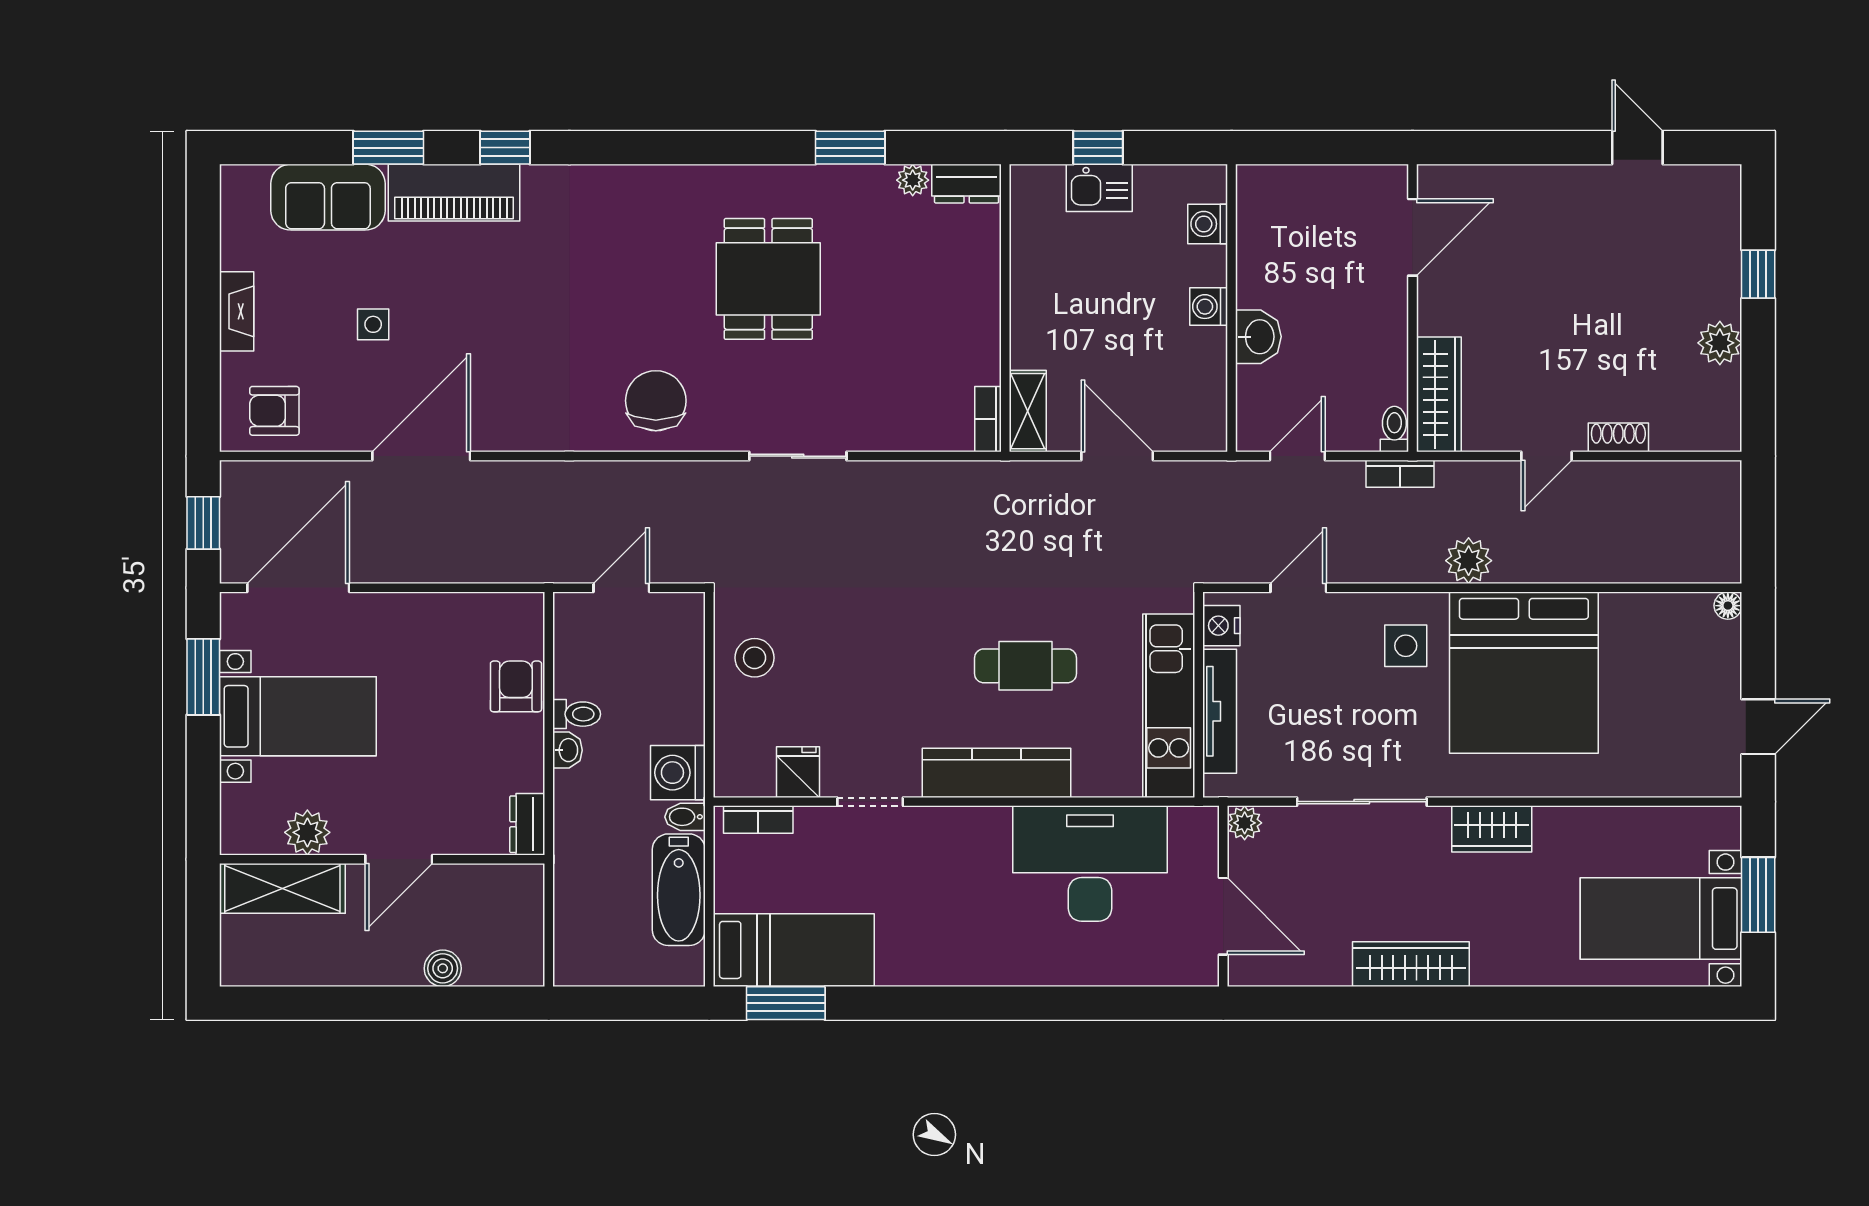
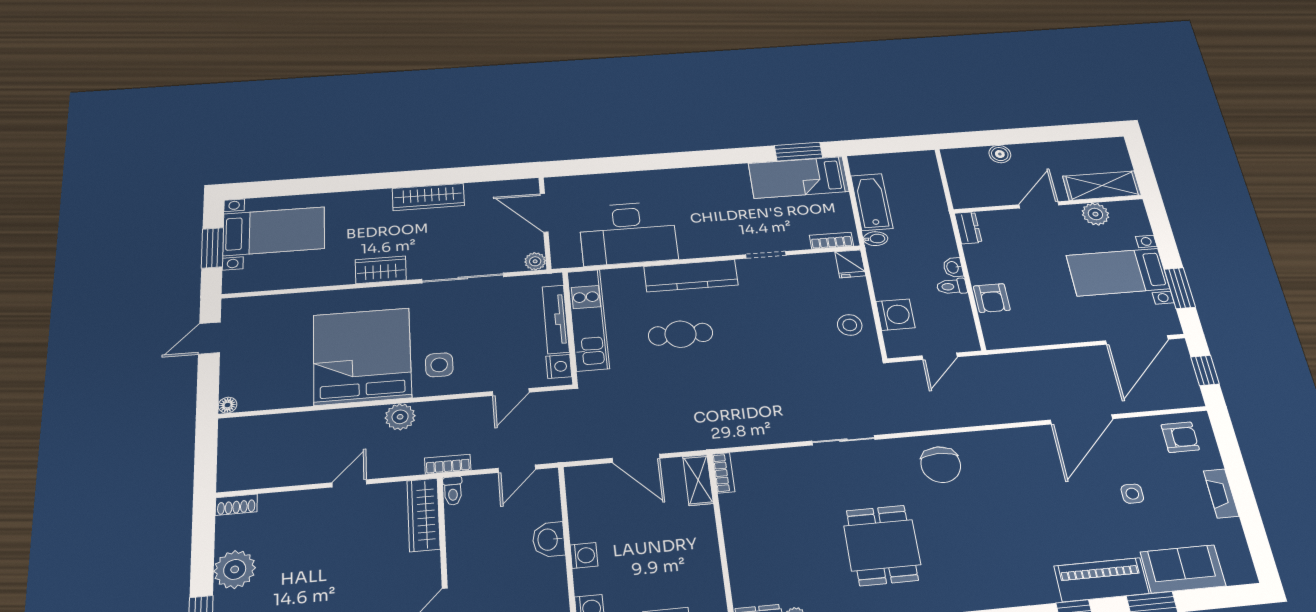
plant: (1720, 343) -> (235, 569), width x1.36, depth x1.36
shoe rack: (1618, 437) -> (236, 505), moved
fridge: (798, 772) -> (850, 264), moved
washing machine: (678, 773) -> (895, 315), moved

